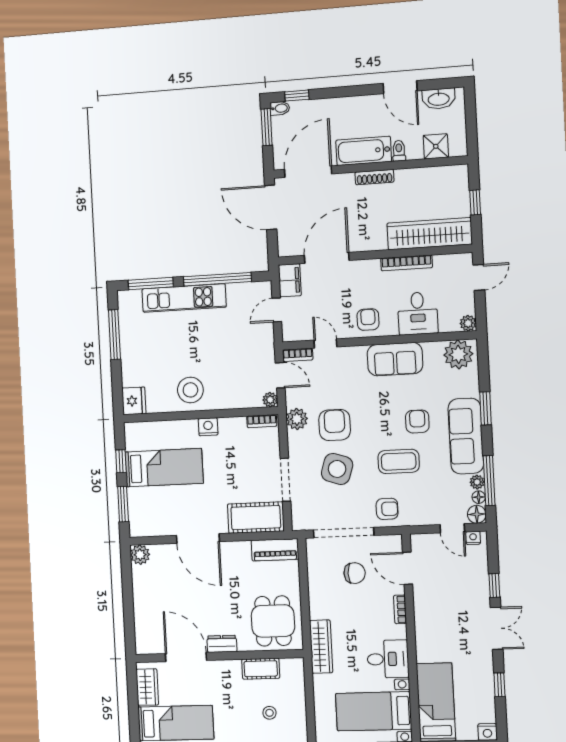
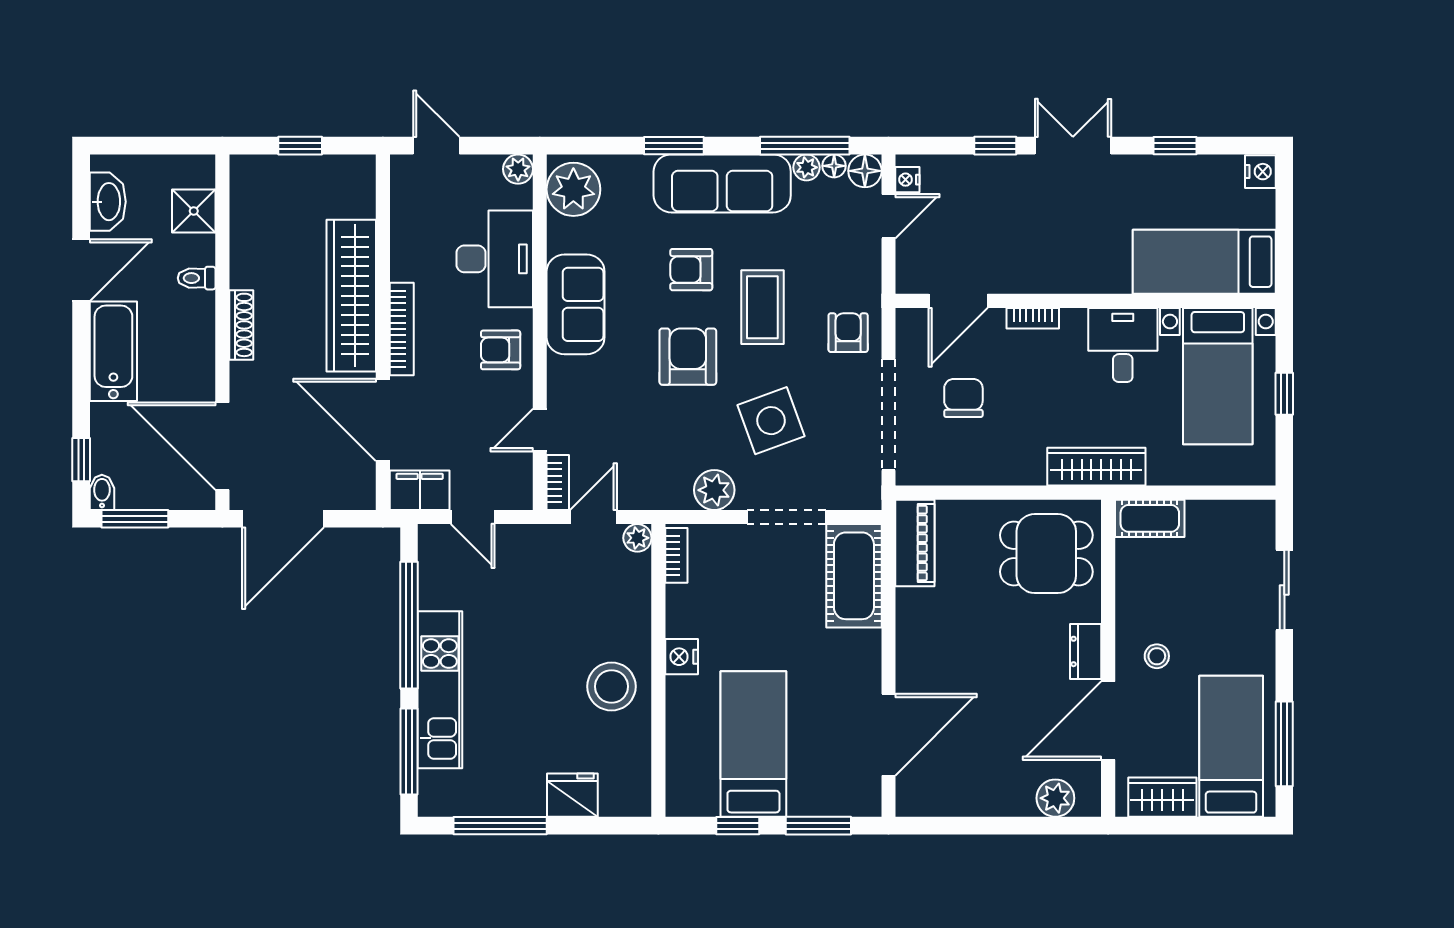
bathtub: (364, 151) -> (113, 351), moved, turned 180
wardrobe: (429, 234) -> (351, 296), moved
bookcase: (407, 263) -> (402, 329), moved
desk: (418, 313) -> (495, 259), width x1.37
fridge: (134, 401) -> (572, 795), moved
plant: (297, 419) -> (714, 490), moved
armchair: (335, 425) -> (688, 357), moved, turned 90
side table: (337, 469) -> (771, 421), turned -38
door: (198, 539) -> (888, 735), moved
plant: (140, 555) -> (1055, 798), moved
cot: (261, 669) -> (1150, 518), moved, turned 90
stool: (269, 713) -> (1157, 656), moved

